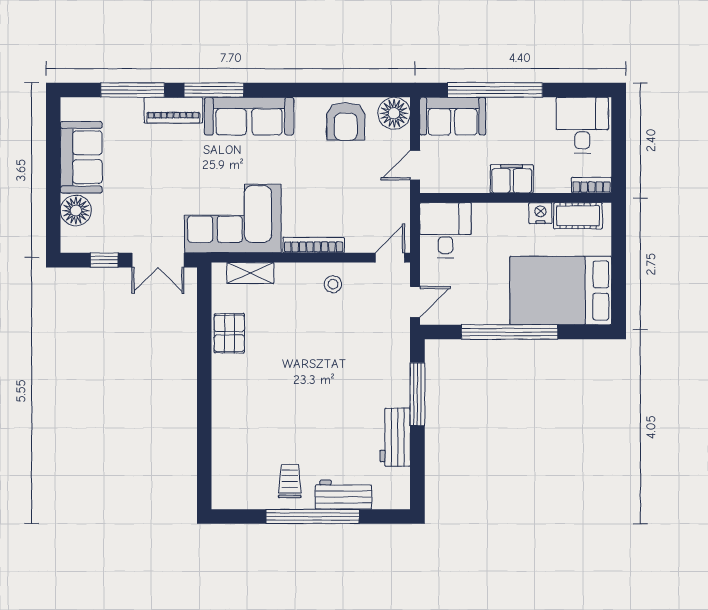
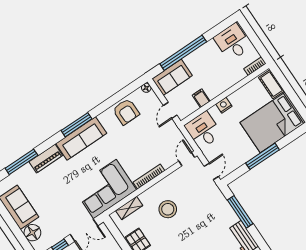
window: (214, 90) -> (77, 125), moved
floor lamp: (394, 113) -> (146, 88), width x0.53, depth x0.53
filing cabinet: (512, 179) -> (201, 98), moved, width x0.50
nightstand: (540, 213) -> (224, 105), moved
cot: (578, 216) -> (271, 84), moved, turned 90
stool: (333, 284) -> (168, 209), moved, width x1.89, depth x1.89
window: (510, 332) -> (263, 156), width x0.68

